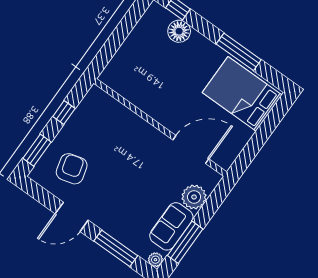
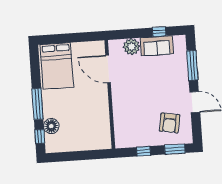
window: (239, 52) -> (38, 104), moved
armchair: (72, 169) -> (170, 123), turned -65
window: (185, 242) -> (159, 32), width x0.46
plant: (155, 260) -> (181, 40), removed

